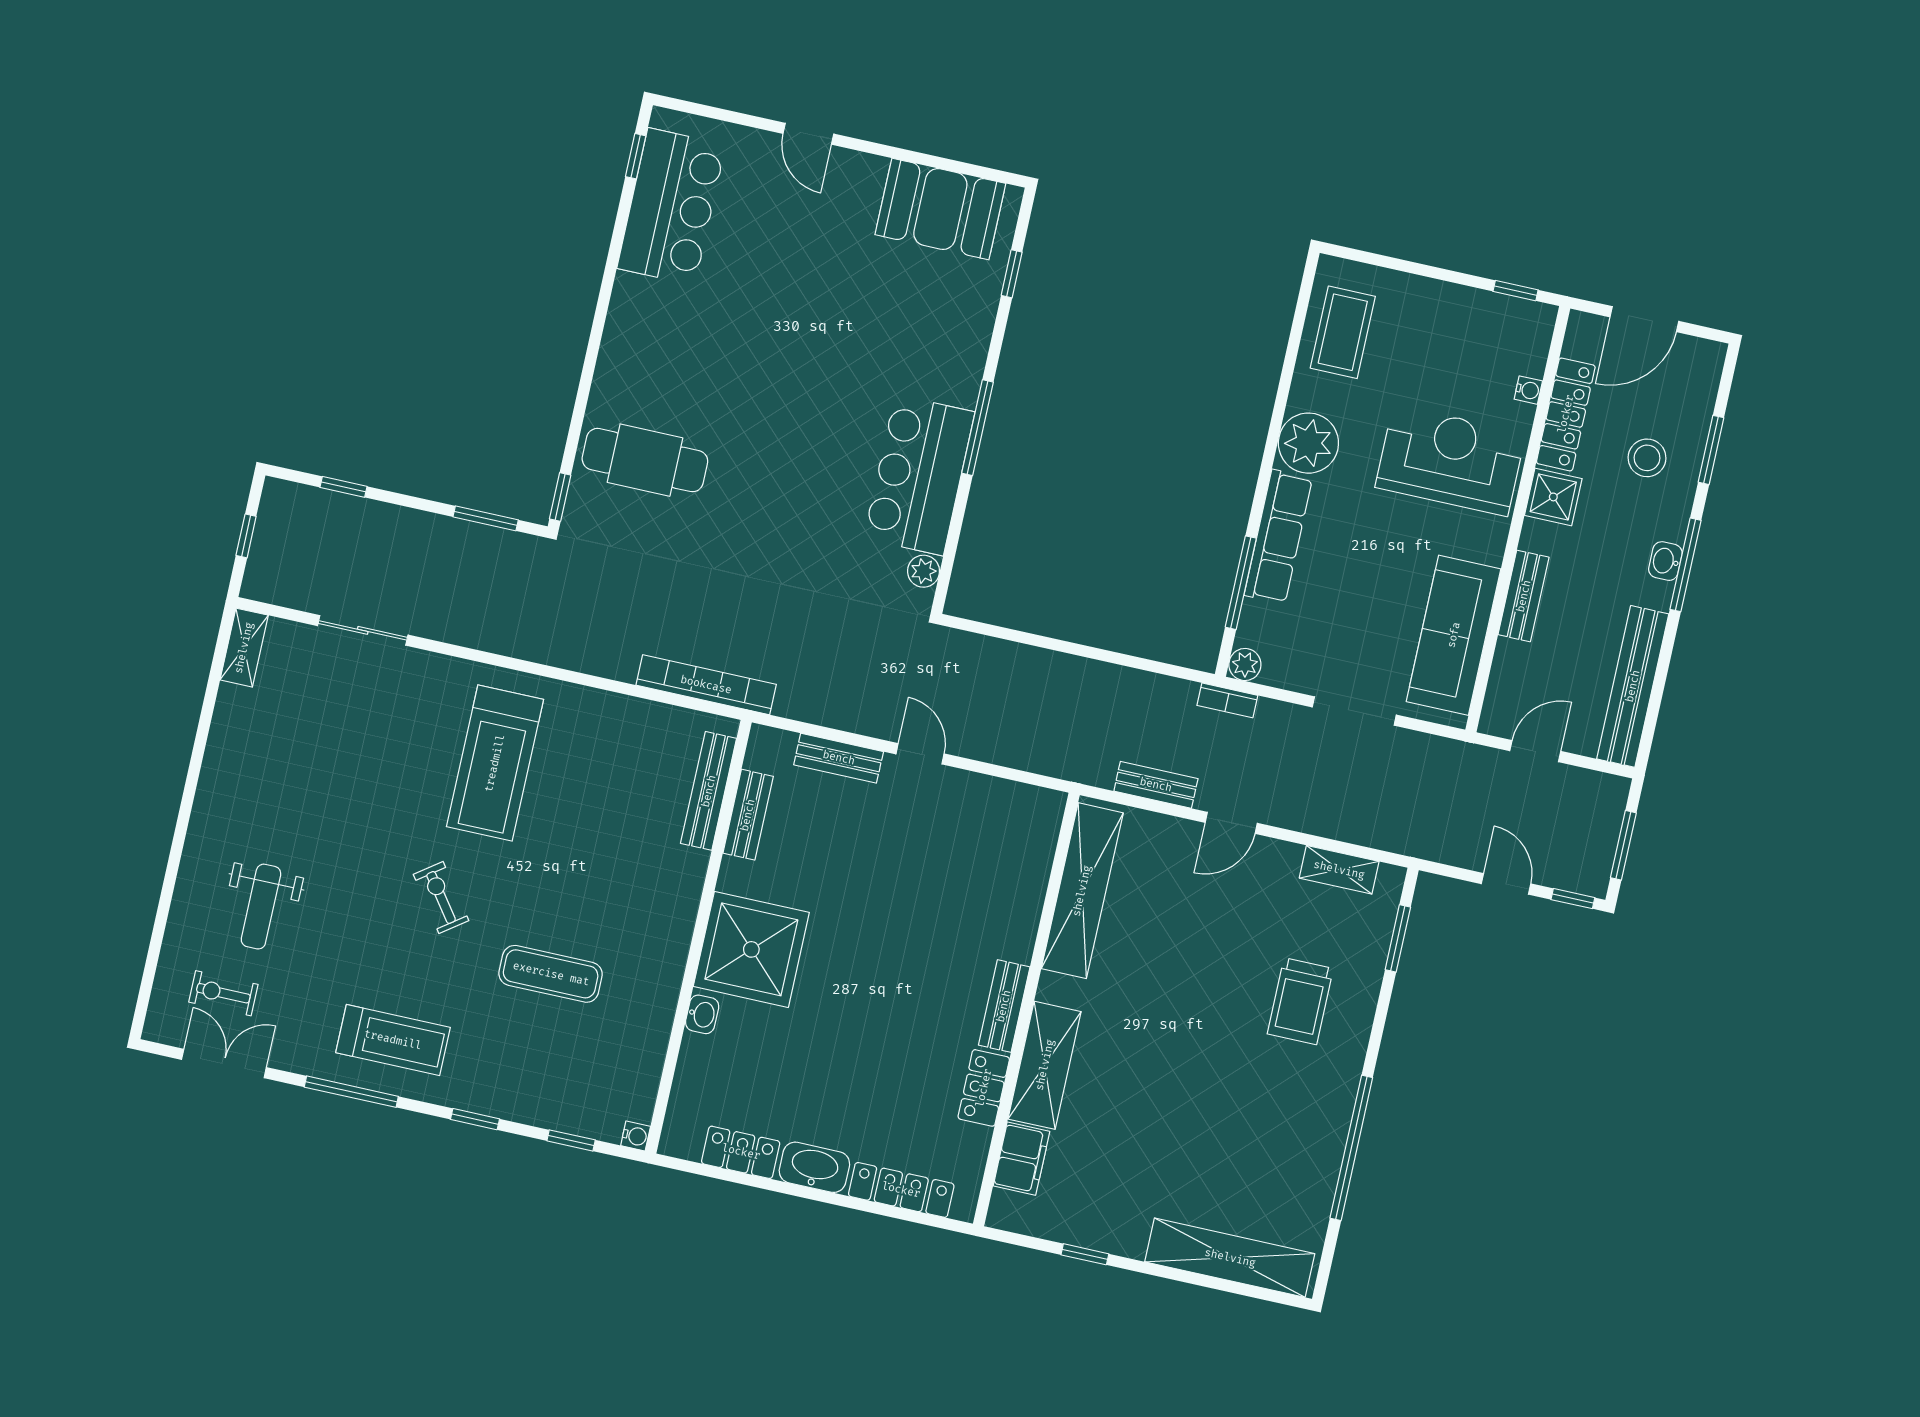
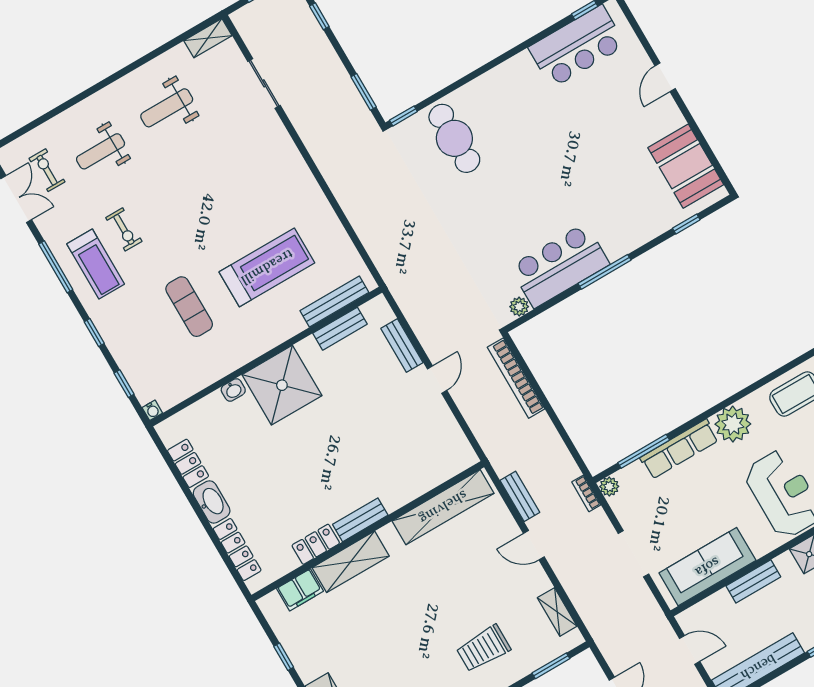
bookcase: (706, 685) -> (516, 378), moved, turned 180
treadmill: (495, 763) -> (267, 267), moved, turned 180
weight bench: (283, 777) -> (167, 108), added
exercise bike: (441, 897) -> (124, 229), moved, turned 126

